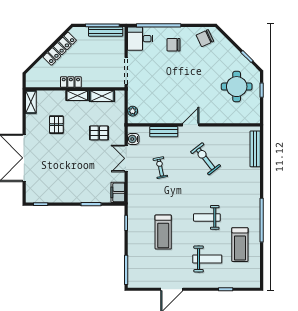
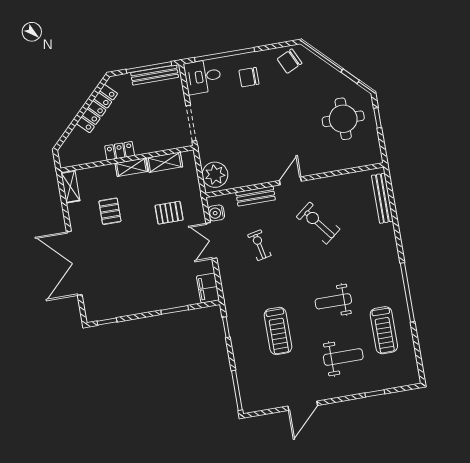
plant: (133, 111) -> (215, 175), width x1.88, depth x1.88

